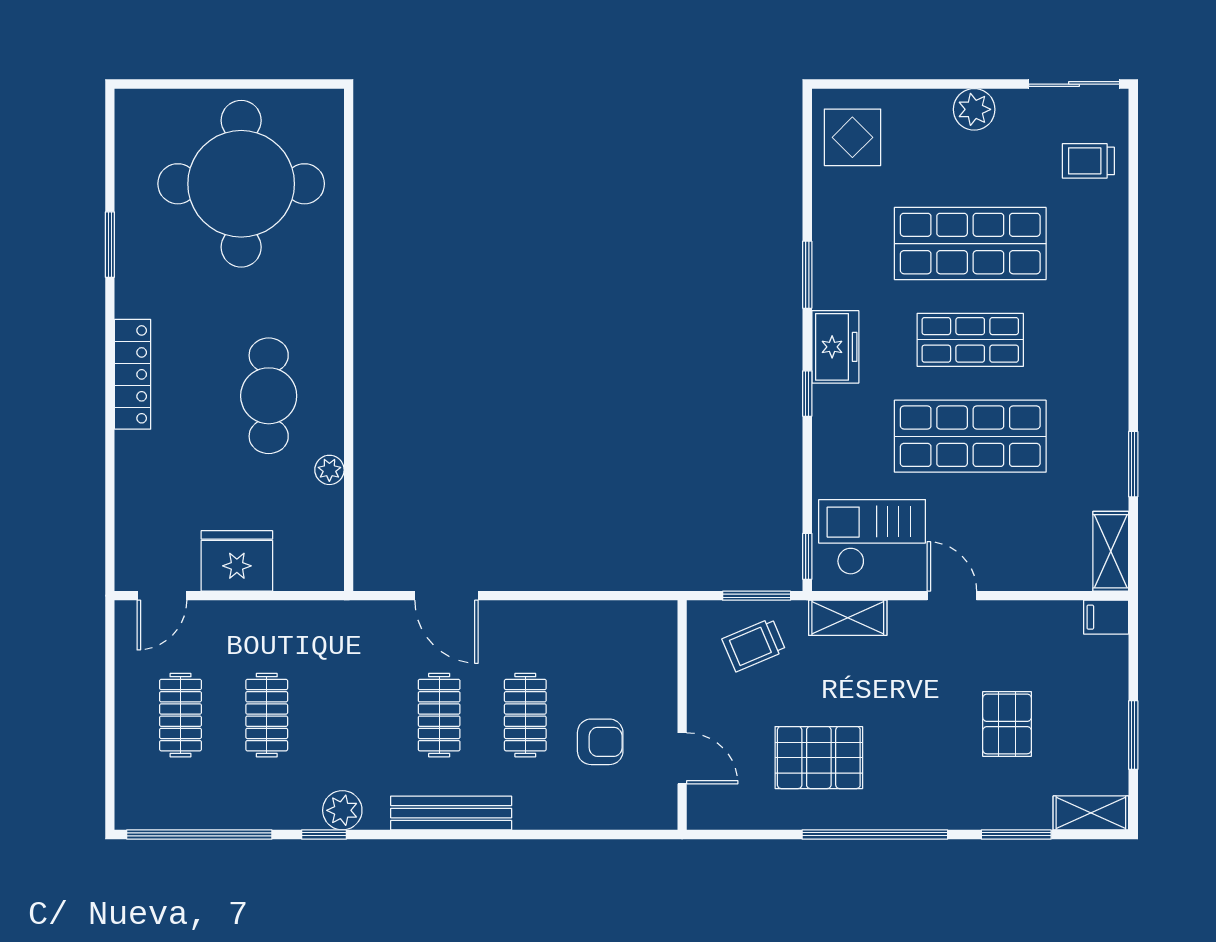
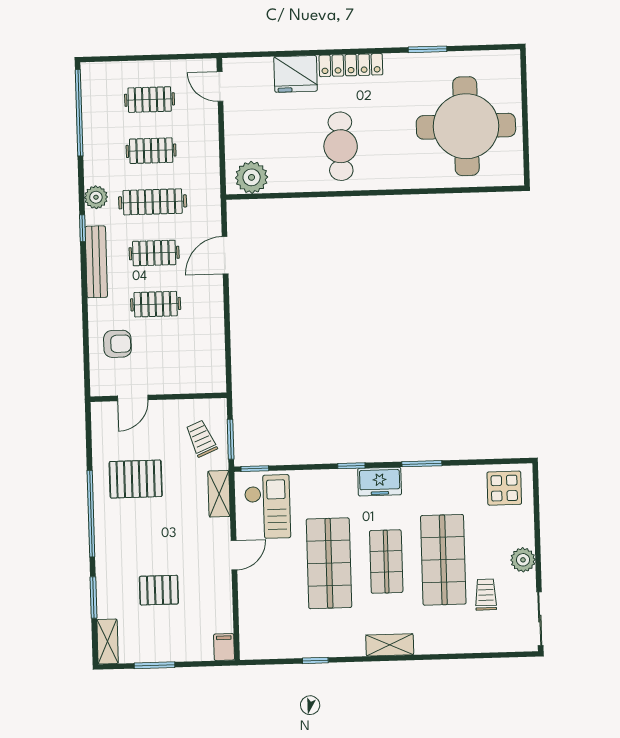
trolley: (1088, 161) -> (486, 595), moved
cafe table: (269, 396) -> (341, 146), turned 90
window: (1133, 464) -> (315, 660), width x0.67
plant: (329, 470) -> (252, 177), moved, width x1.88, depth x1.88
shelving: (1111, 551) -> (390, 645), moved
fridge: (237, 561) -> (296, 74), moved, turned 90
clothes rail: (353, 715) -> (153, 202), added
armchair: (600, 742) -> (117, 344), moved, turned -90
pallet: (819, 758) -> (136, 479), turned 90
window: (324, 834) -> (82, 228), moved

